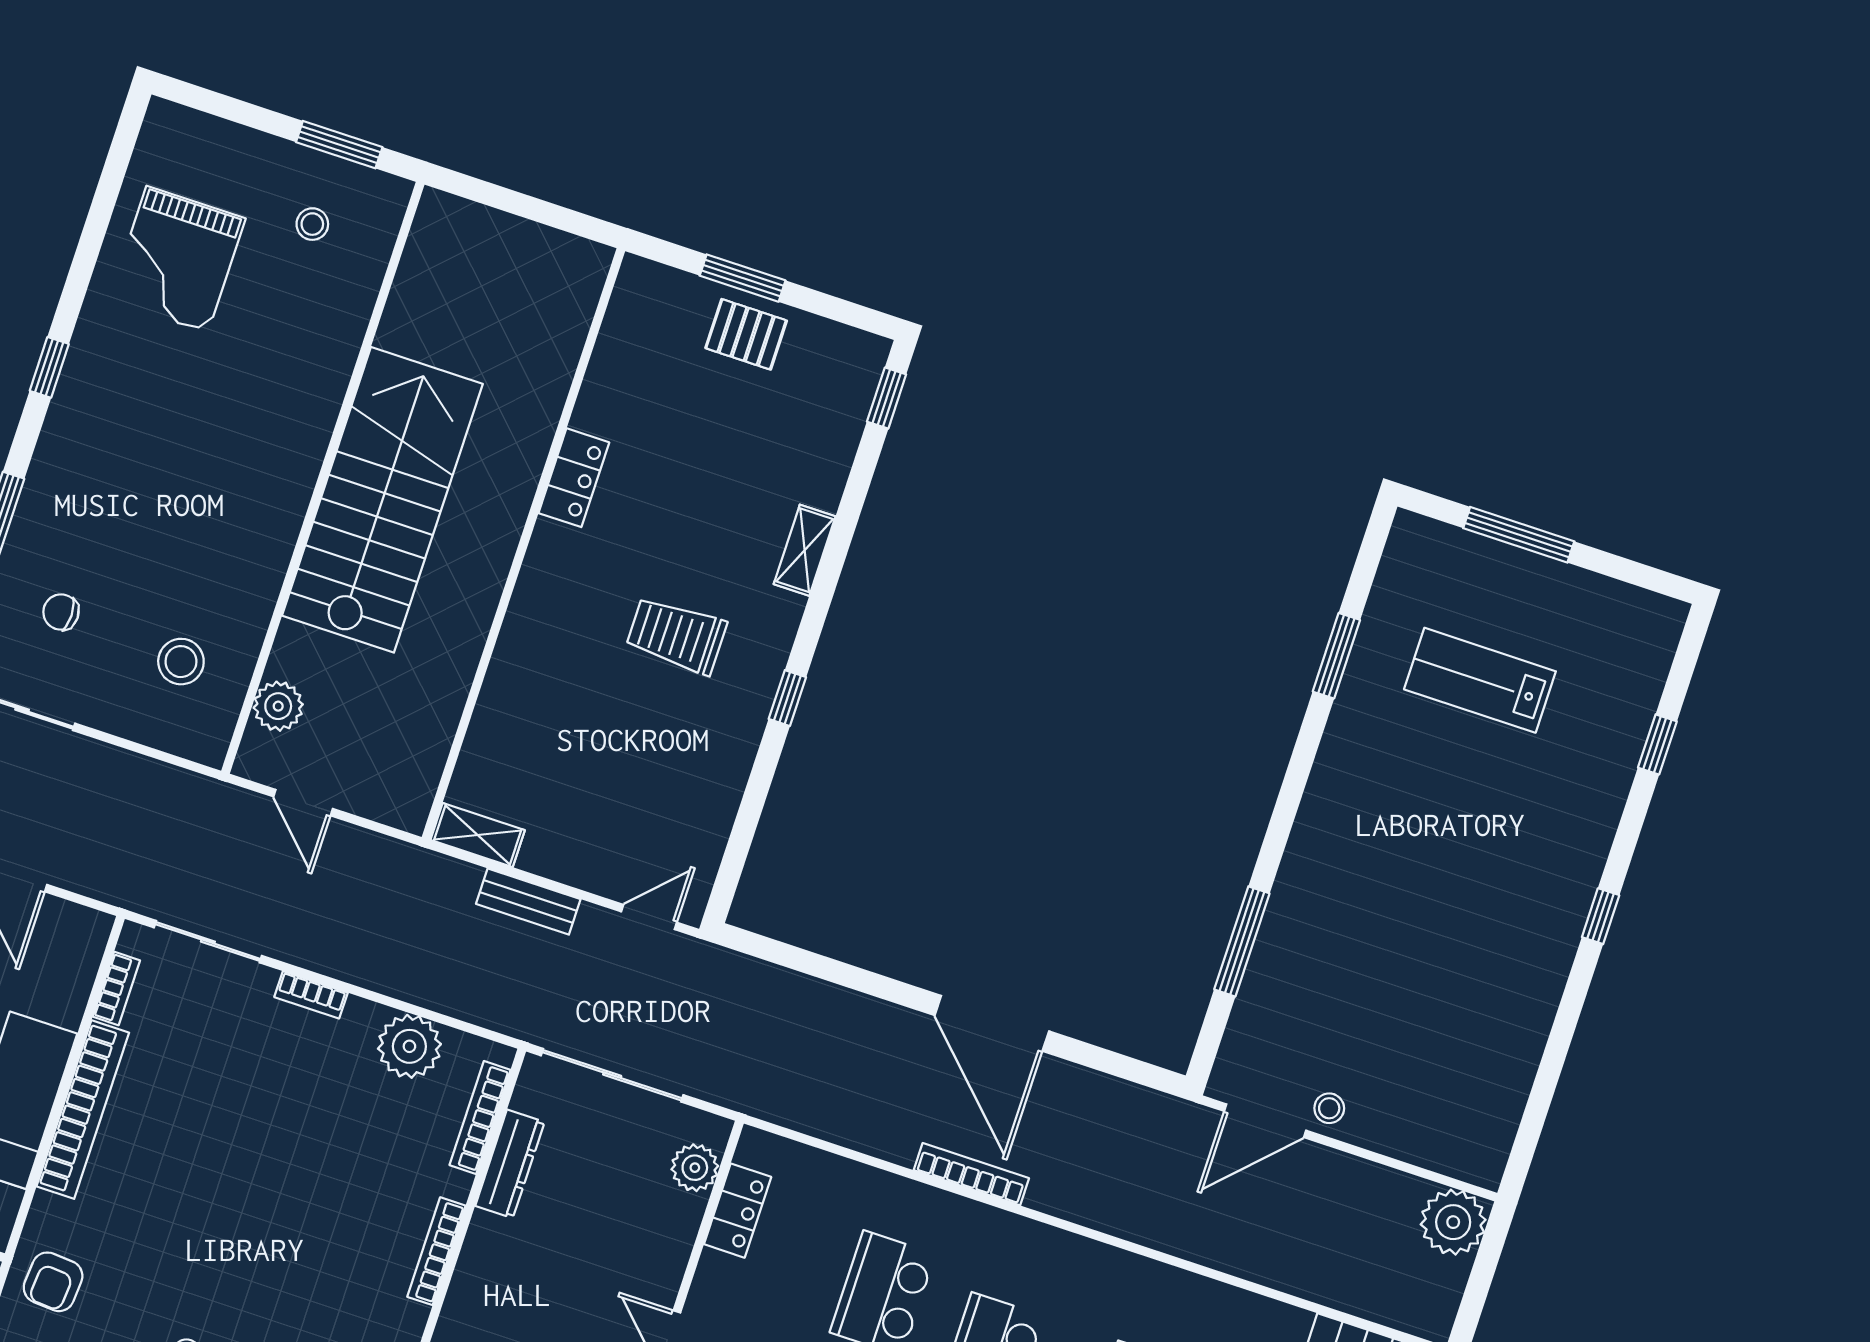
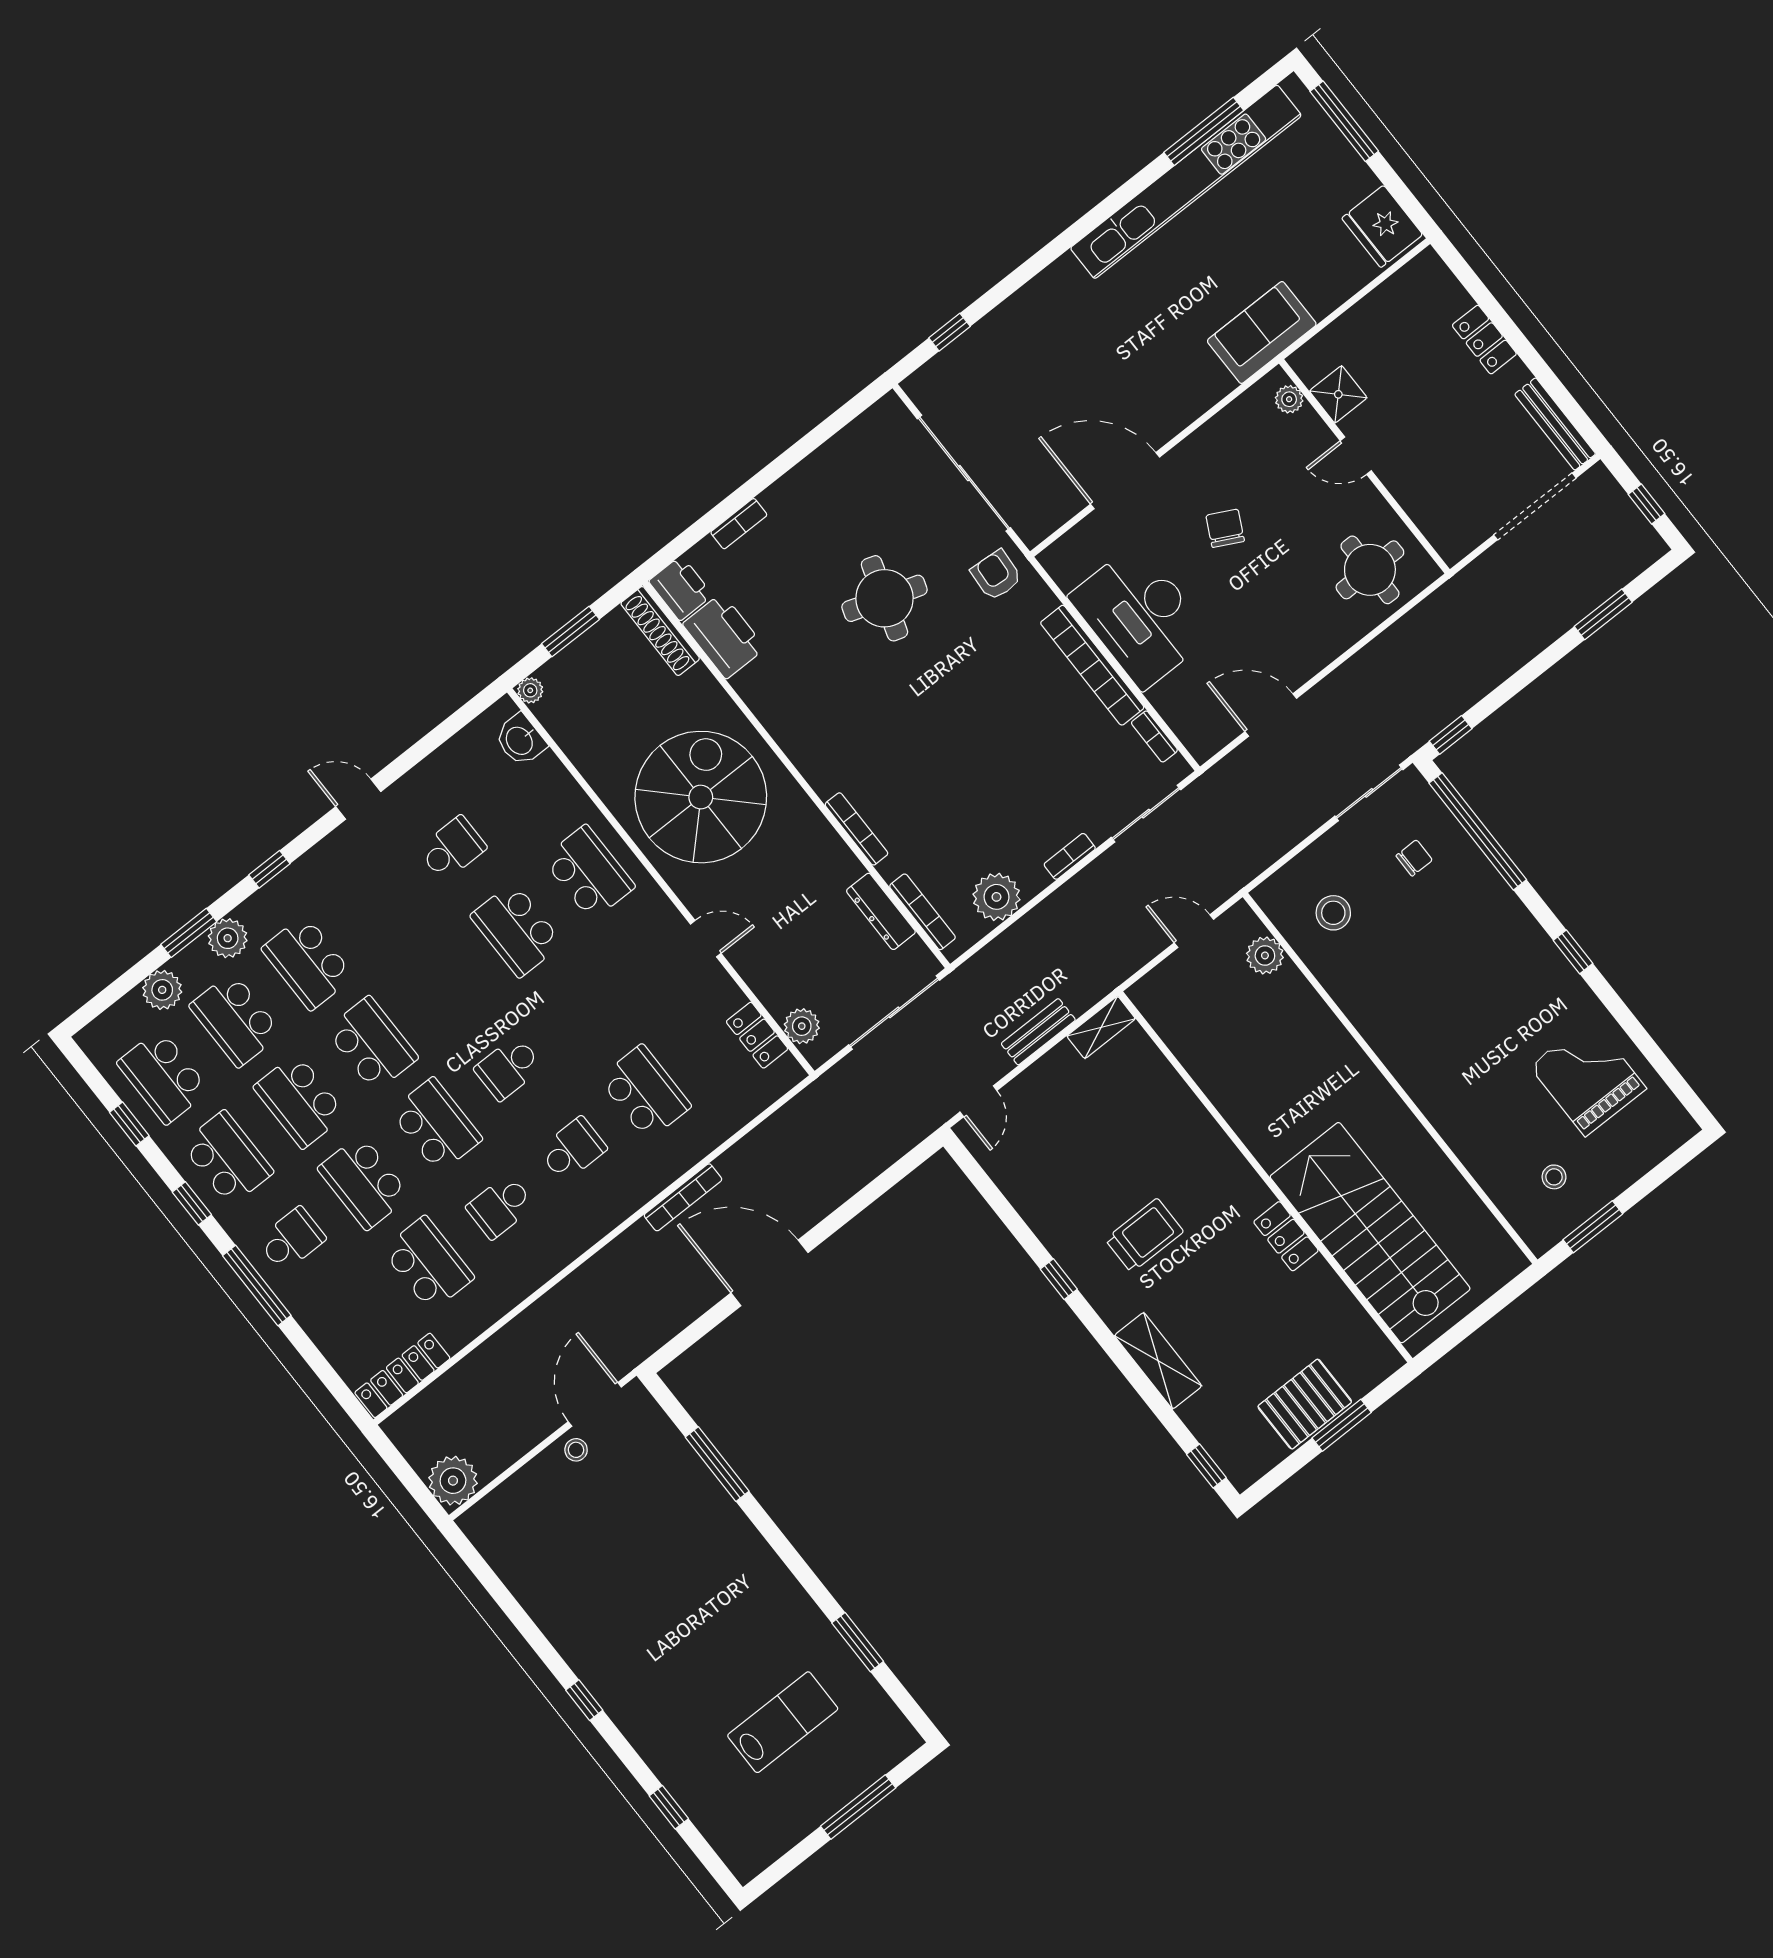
pallet: (746, 334) -> (1305, 1404), width x1.50, depth x1.42
stairs: (382, 500) -> (1370, 1233), moved, turned 180
shelving: (805, 550) -> (1158, 1361), width x1.50, depth x1.33

